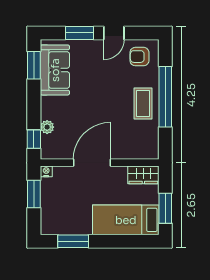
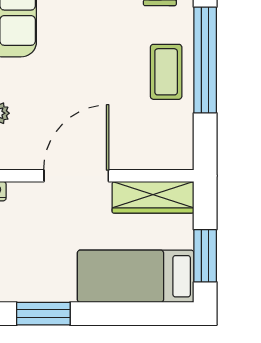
wardrobe: (143, 175) -> (153, 197), width x1.50

